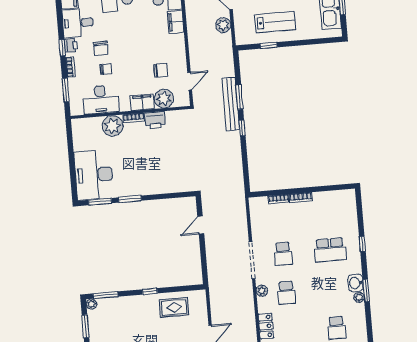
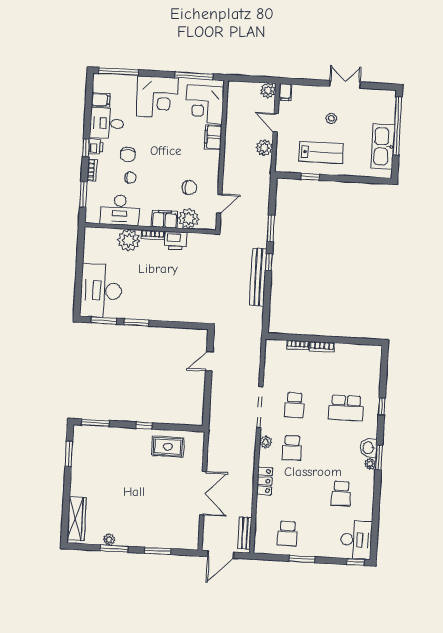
bench: (231, 104) -> (258, 277), moved
plant: (91, 304) -> (79, 430), removed

